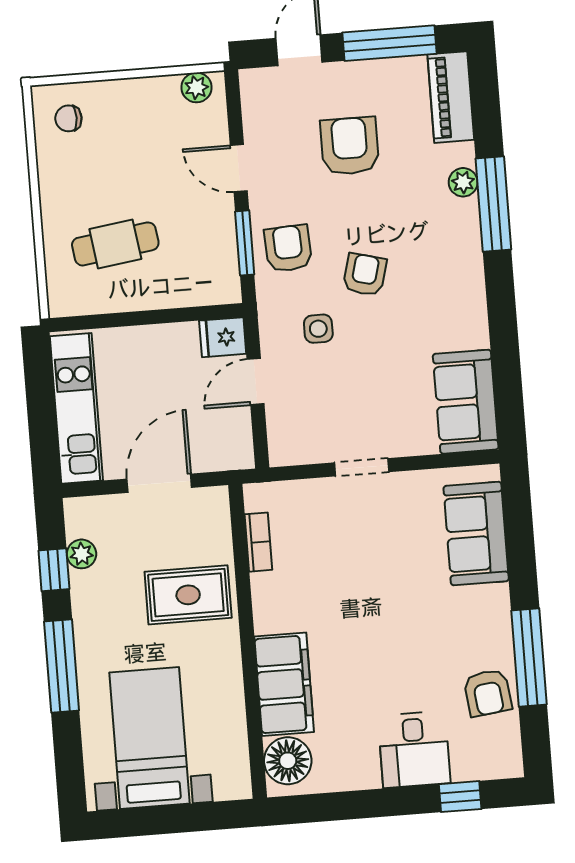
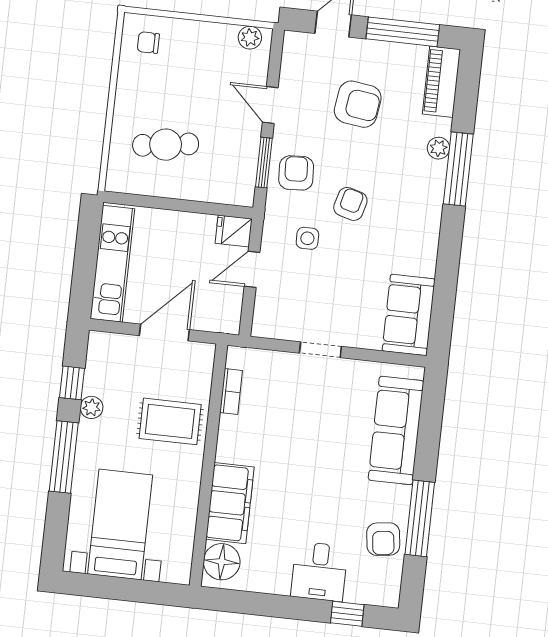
armchair: (350, 146) -> (358, 104), turned 98
sofa: (476, 534) -> (396, 430), width x1.36
plant: (82, 554) -> (92, 407), moved

